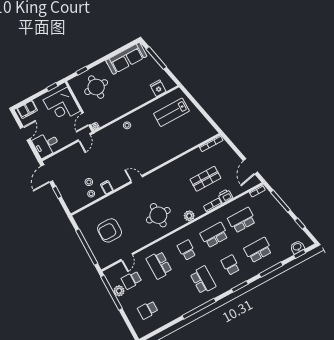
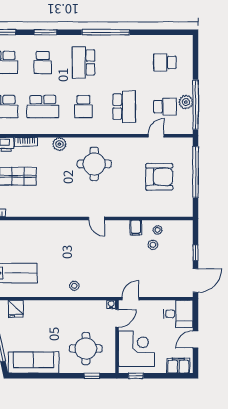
school desk: (148, 310) -> (165, 62), turned 180

